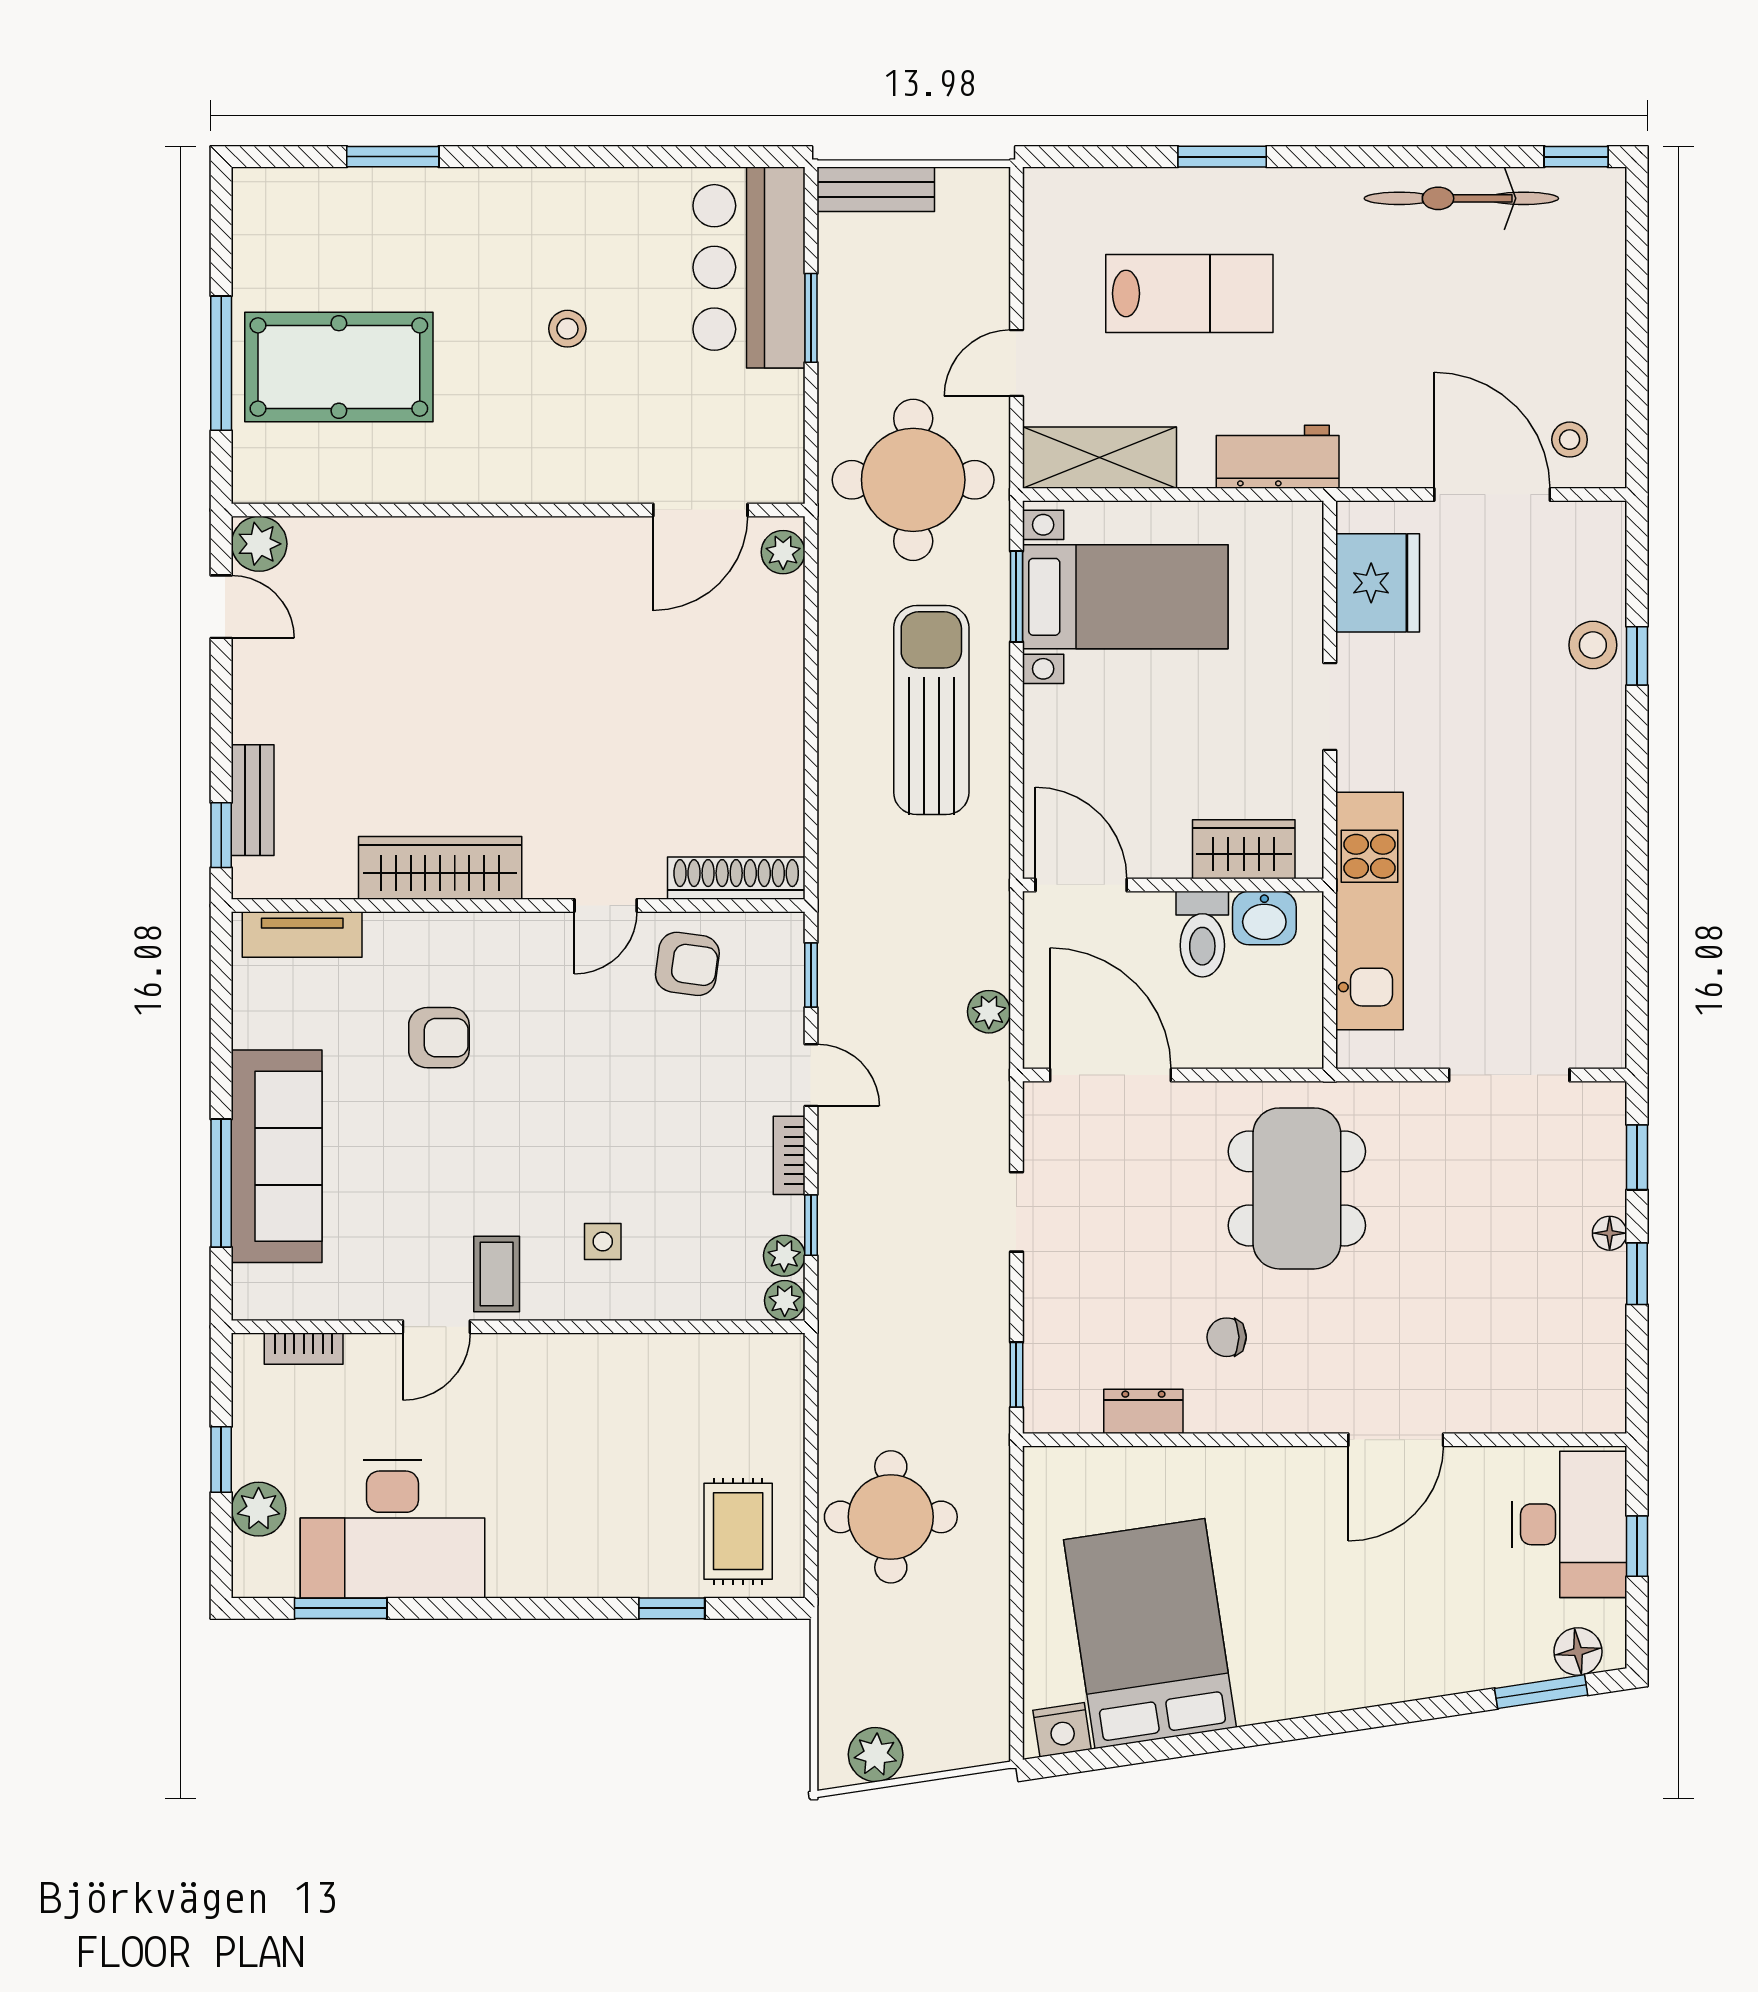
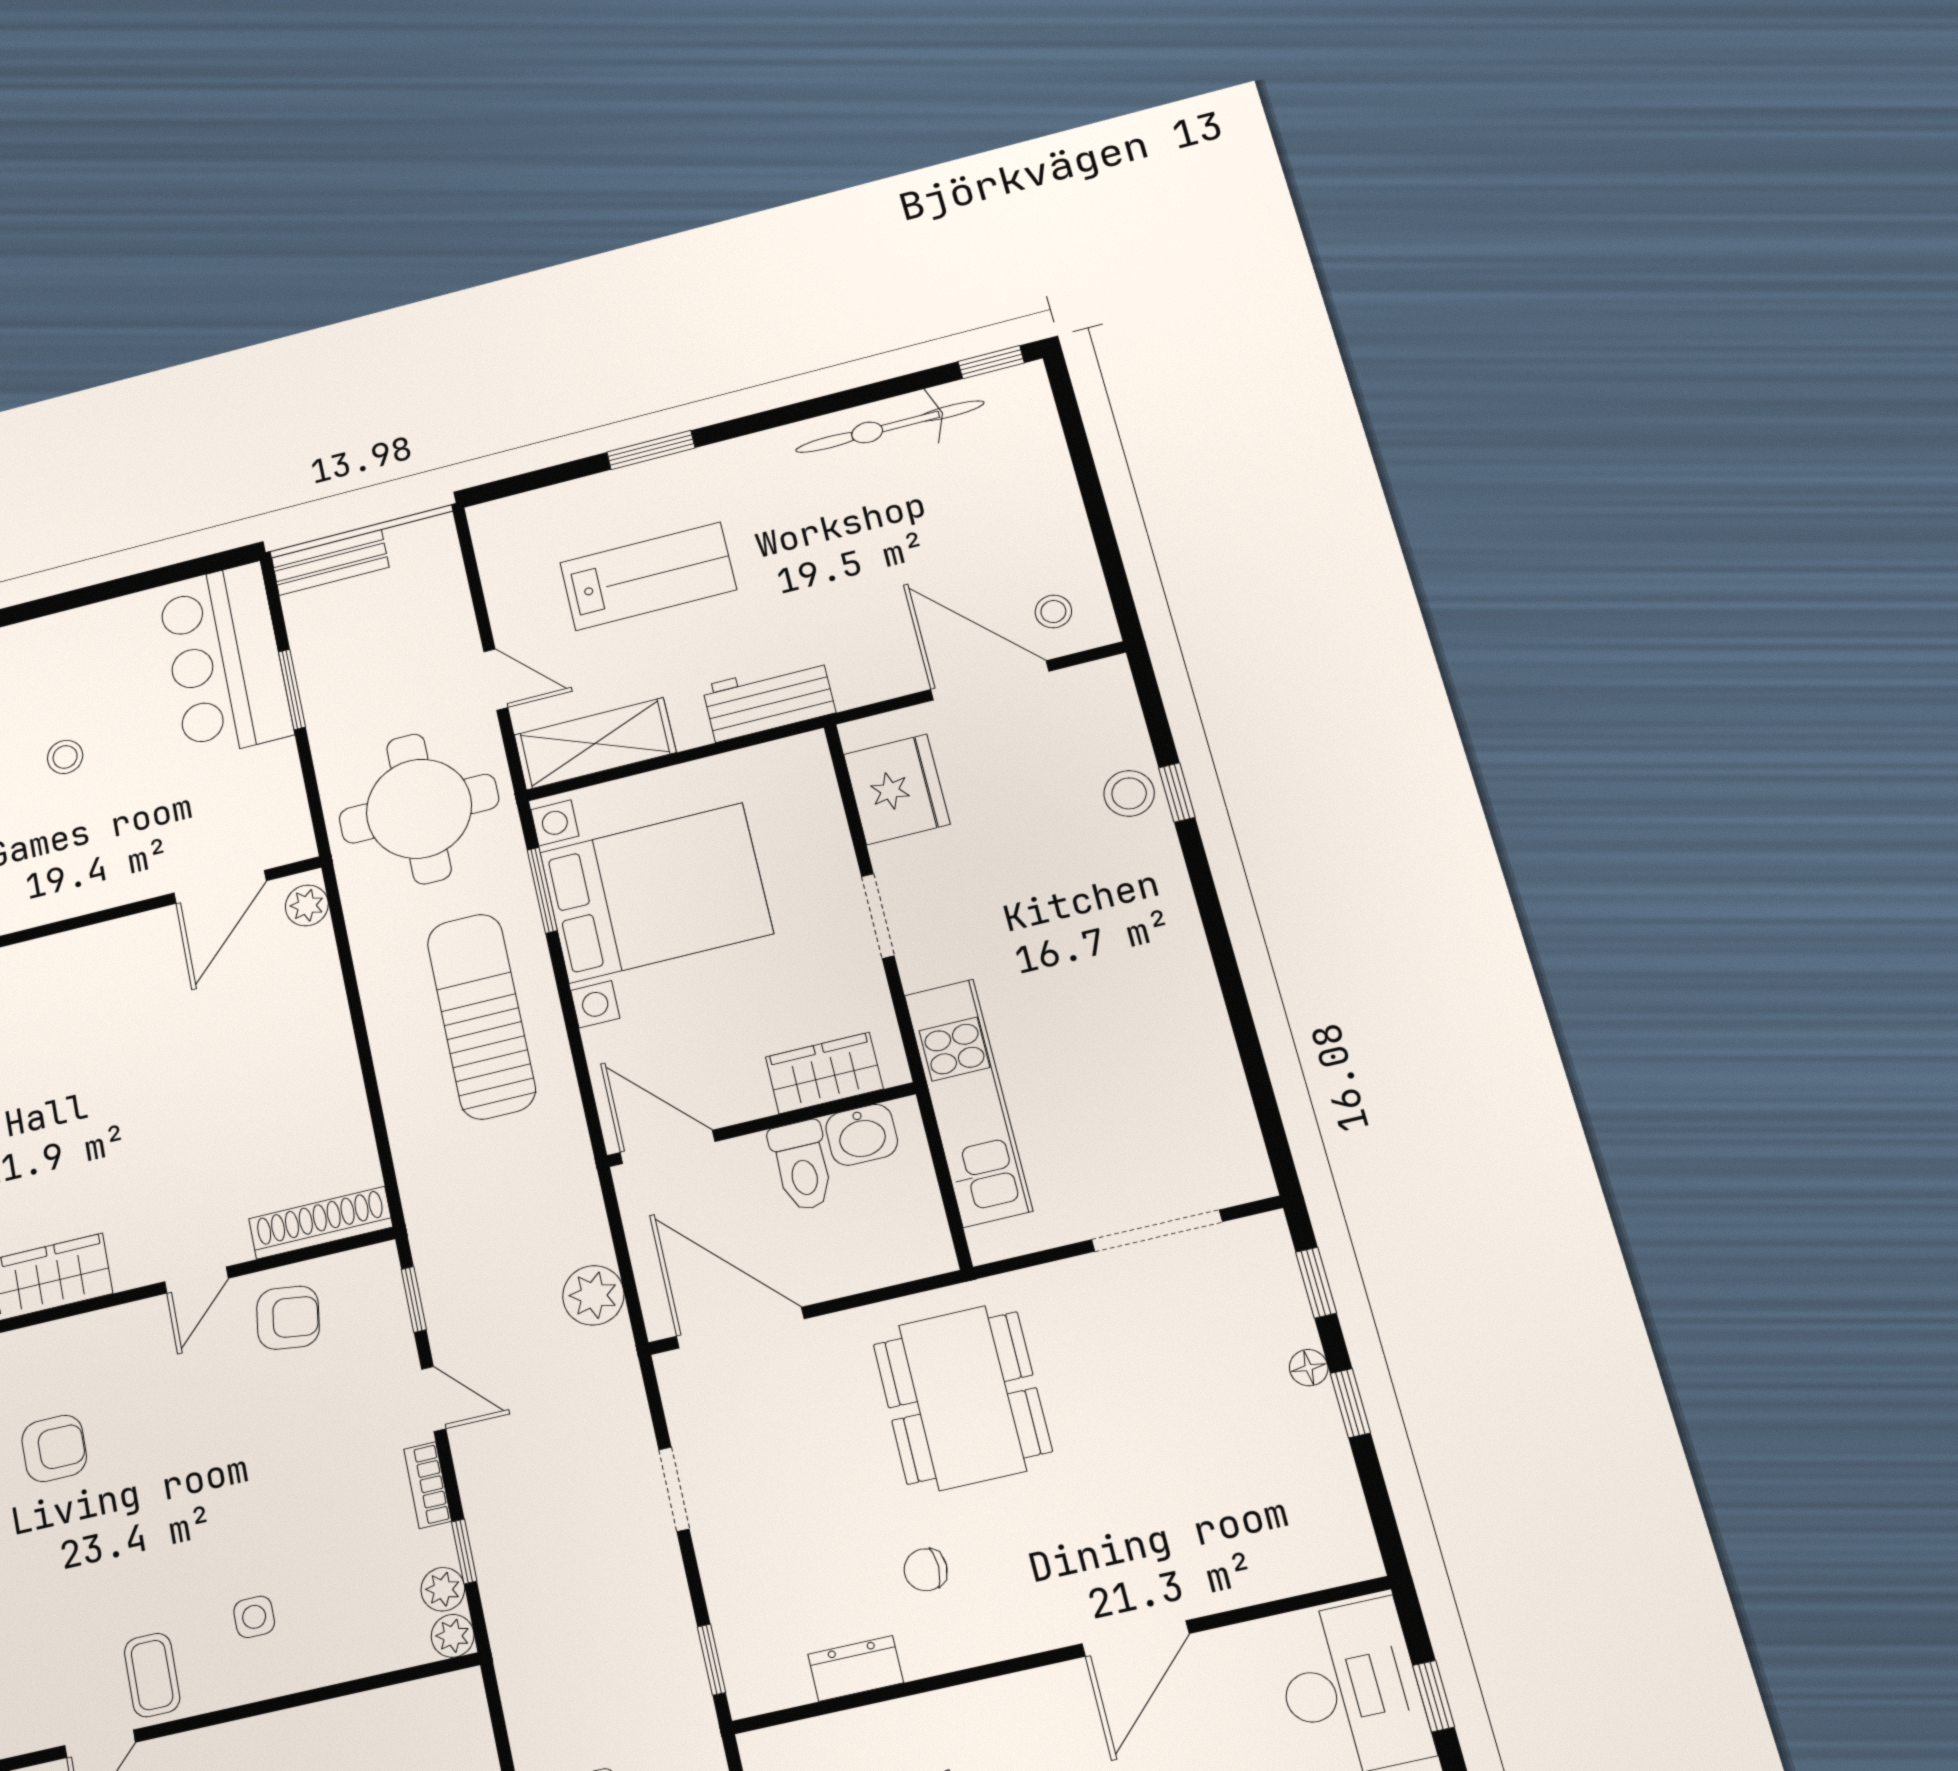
door: (1016, 363) -> (496, 680), swing flipped
bed with nightstands: (1125, 597) -> (656, 893), width x1.36
plant: (989, 1012) -> (593, 1295), width x1.38, depth x1.38

